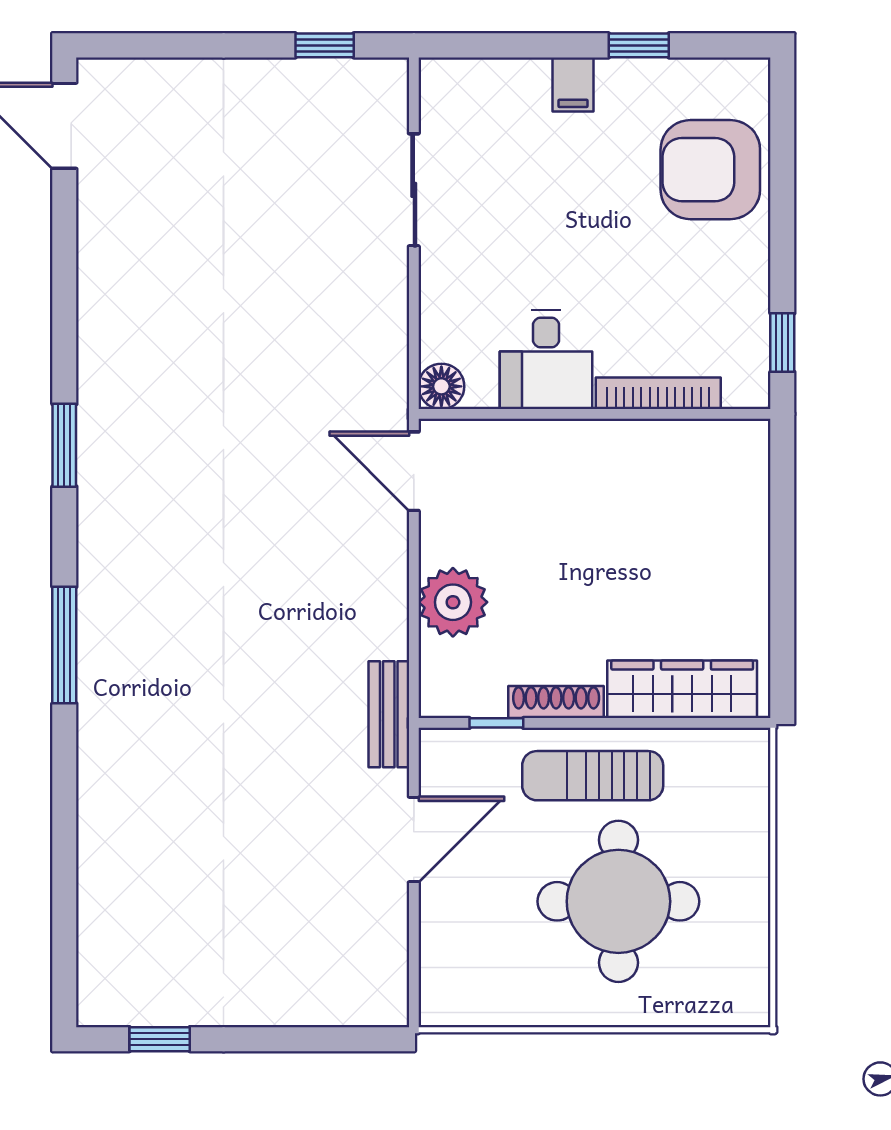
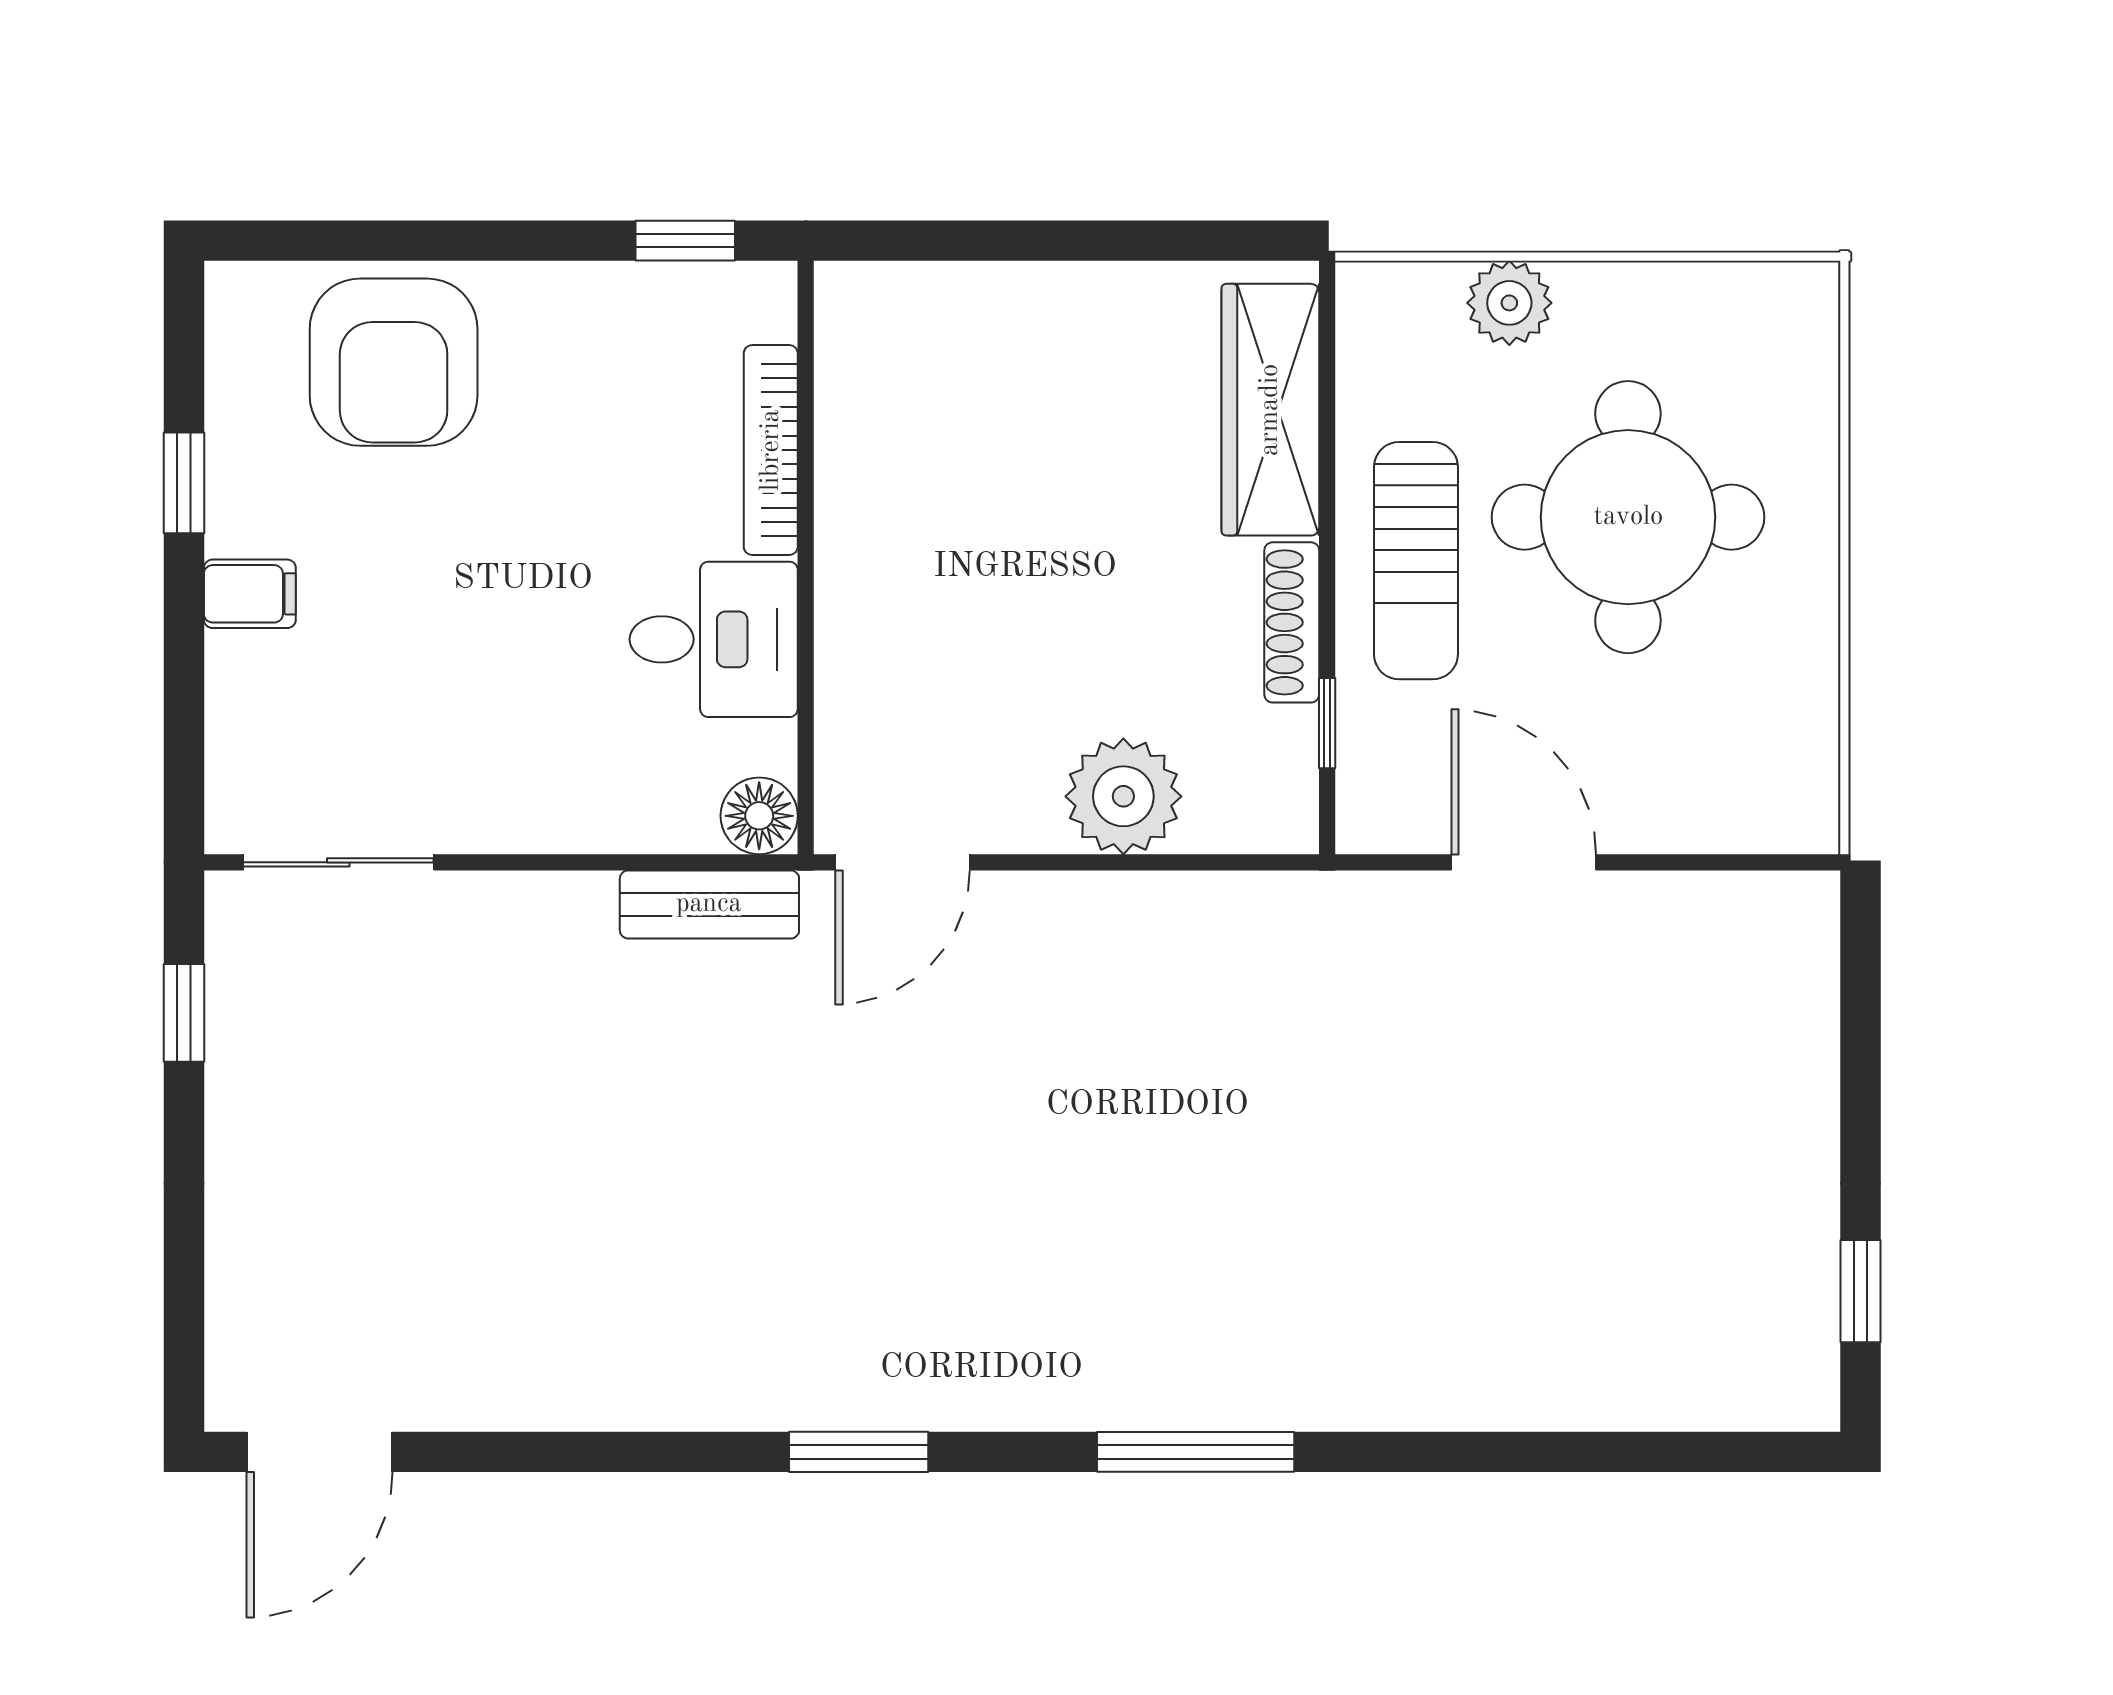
sliding door: (414, 190) -> (338, 862), moved
bench: (389, 714) -> (709, 904), moved
plant: (745, 831) -> (1509, 303), added

